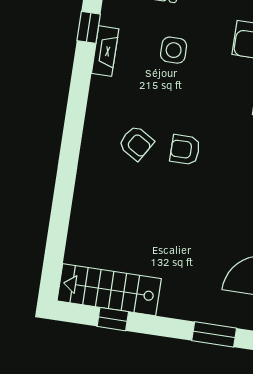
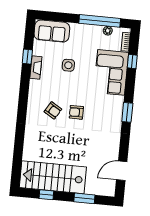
stairs: (109, 290) -> (53, 177), width x1.36, depth x1.51
window: (214, 334) -> (84, 198), moved

